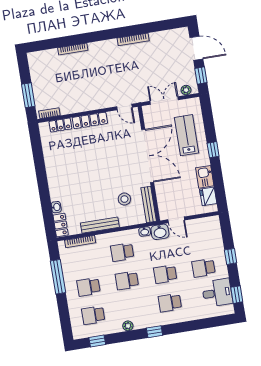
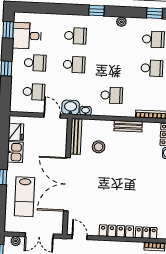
bench: (100, 225) -> (128, 126), width x0.73
school desk: (127, 281) -> (34, 92), moved

